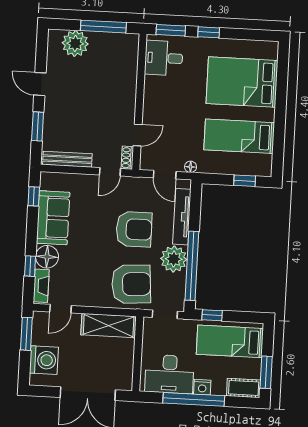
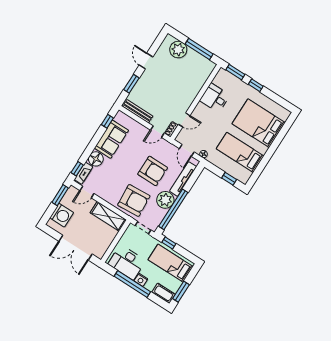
desk: (164, 58) -> (215, 98), moved
window: (30, 266) -> (77, 169), moved

